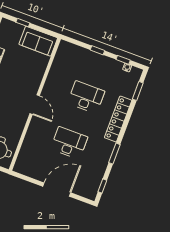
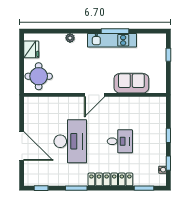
sofa: (38, 41) -> (131, 83), moved, turned 90
desk: (86, 97) -> (120, 141), width x0.73
desk: (69, 143) -> (70, 141), width x1.36, depth x1.30

